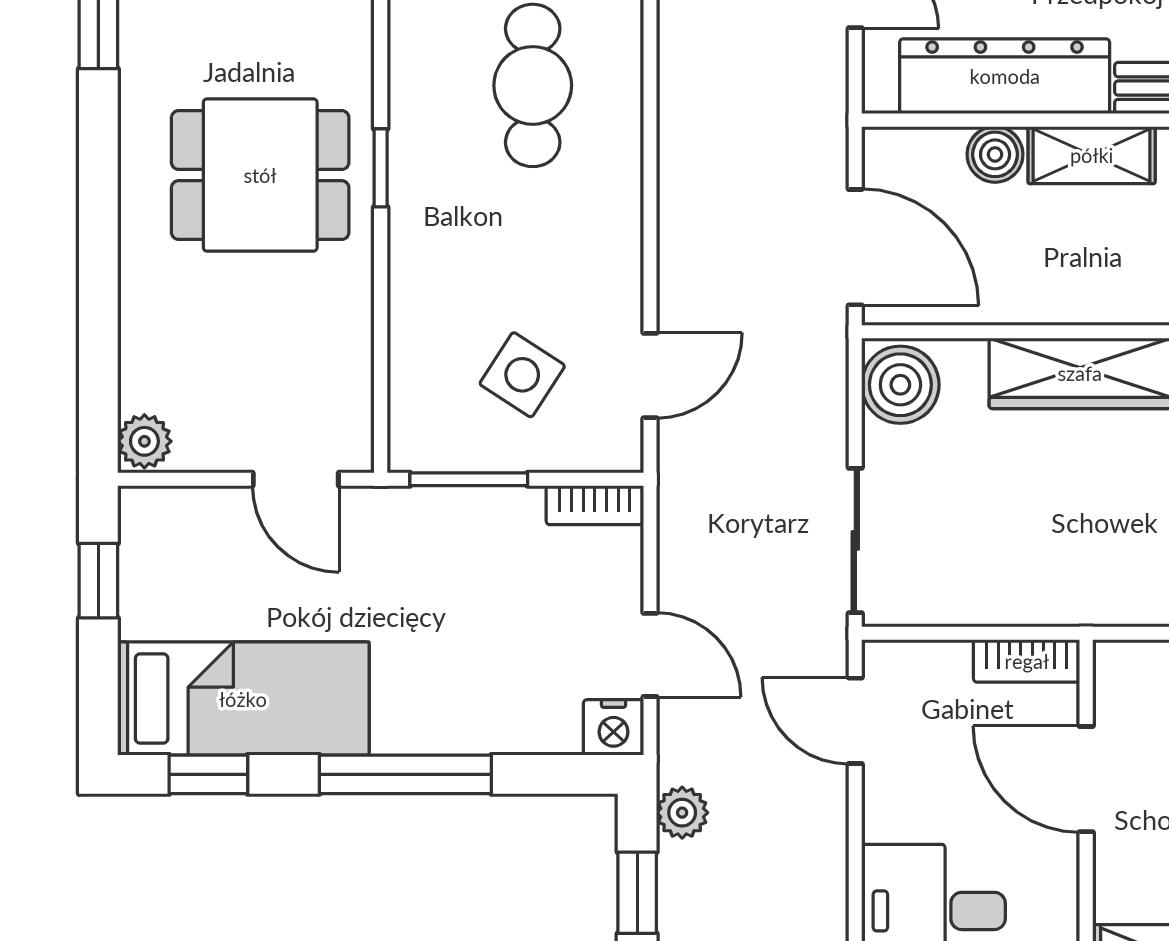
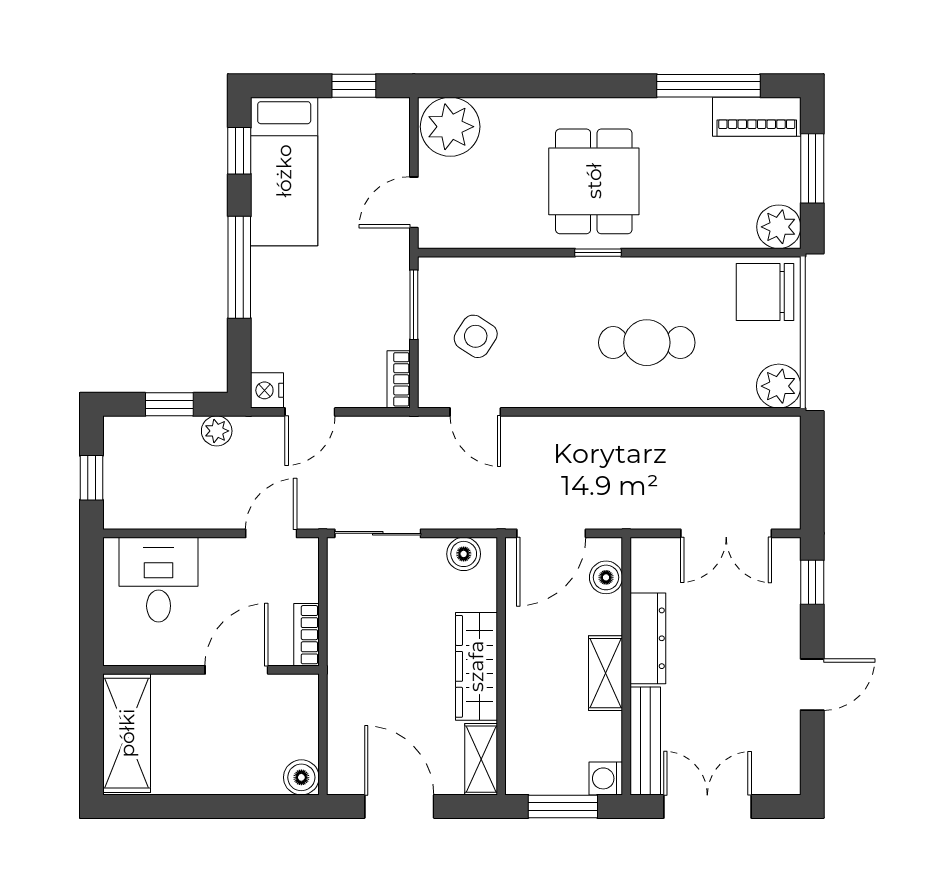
dresser: (1005, 76) -> (648, 638), width x0.73, depth x0.80
boiler: (995, 154) -> (606, 577), moved
boiler: (900, 385) -> (464, 554), width x0.73, depth x0.73
plant: (144, 441) -> (450, 127), width x1.88, depth x1.88

